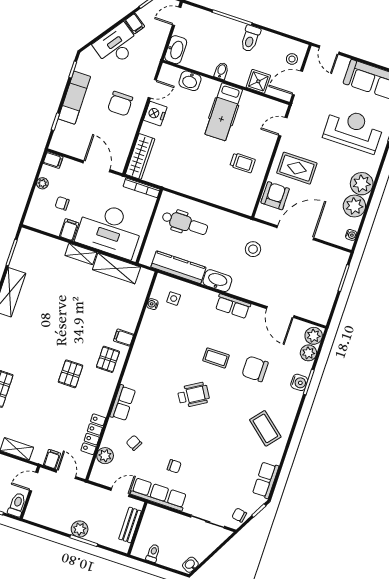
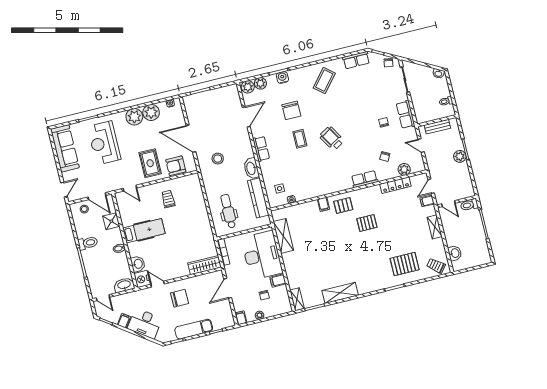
nightstand: (155, 114) -> (142, 279), moved, turned 90
shelving: (81, 254) -> (297, 299), moved
row of seats: (159, 494) -> (406, 114), width x0.68

